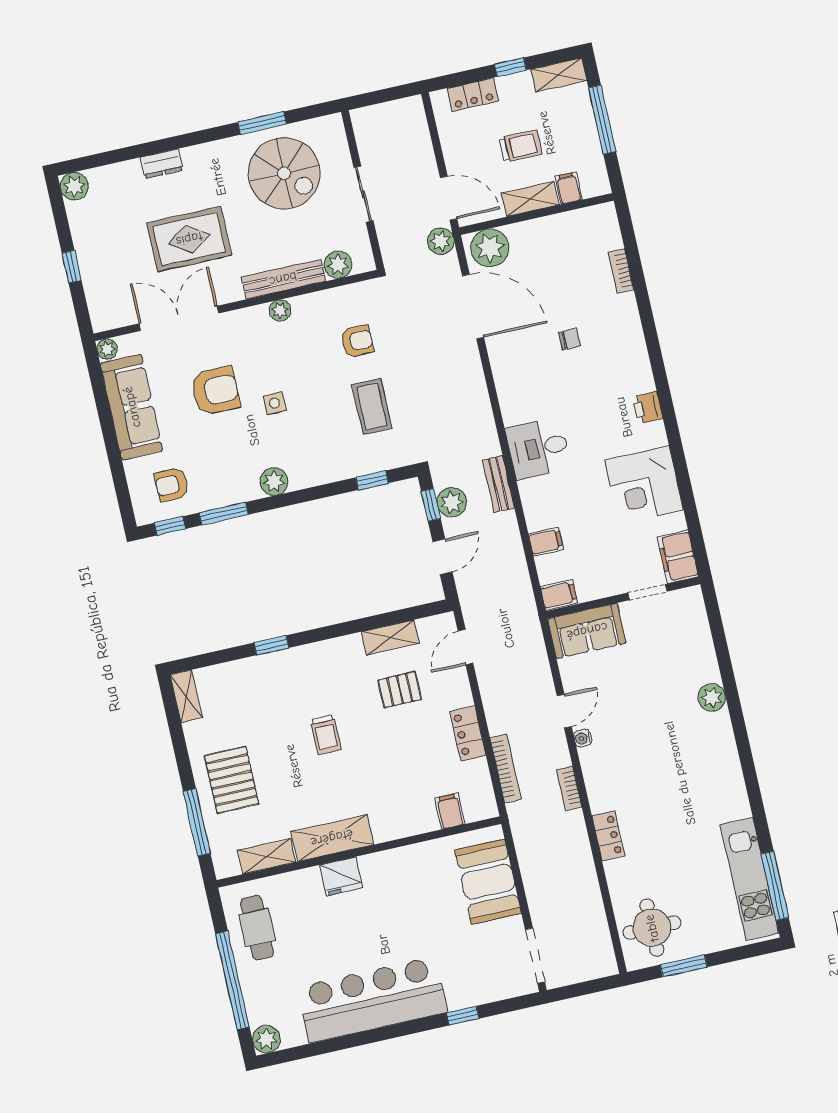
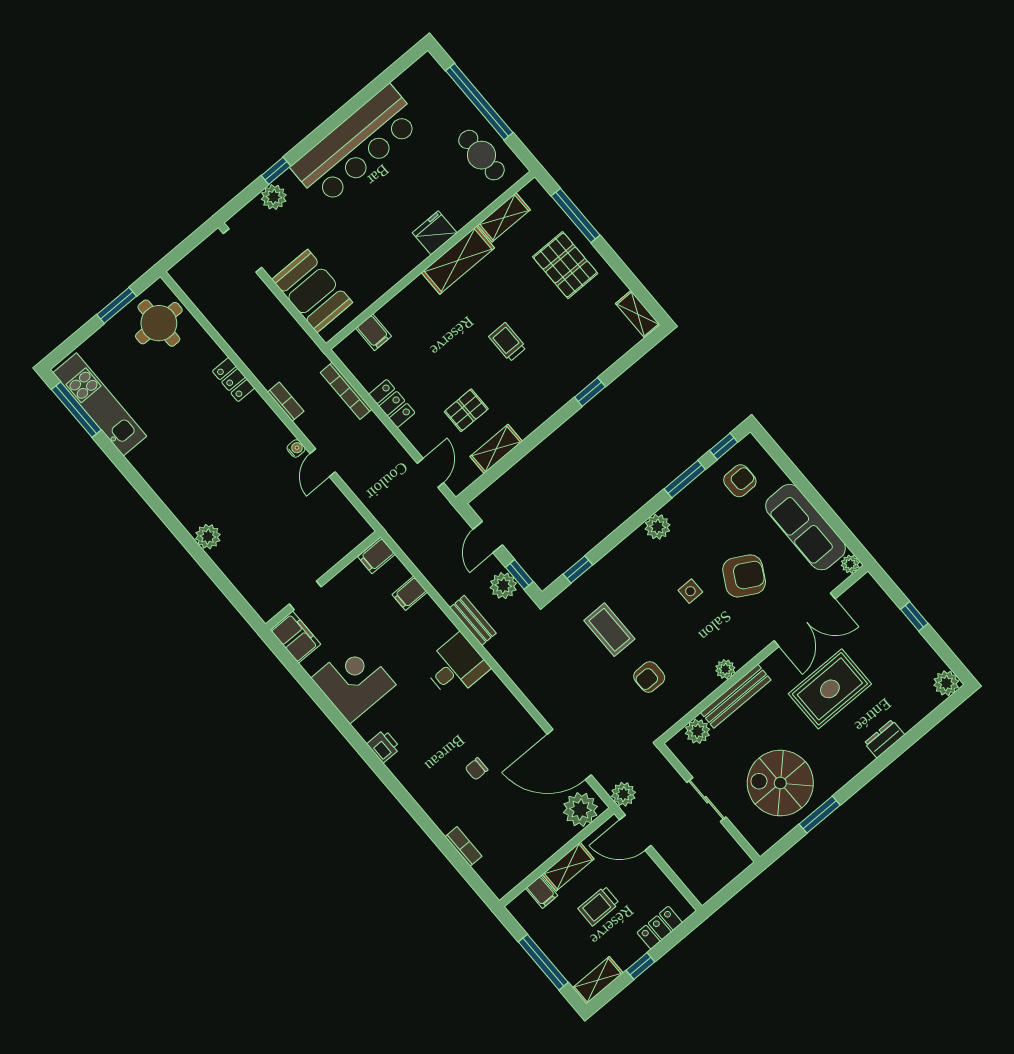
armchair: (215, 391) -> (744, 576), turned -151
sofa: (587, 631) -> (338, 538), removed
plant: (266, 1039) -> (274, 197), moved

